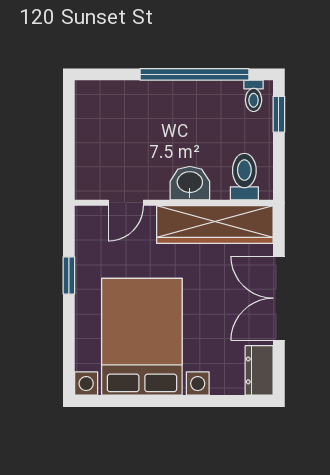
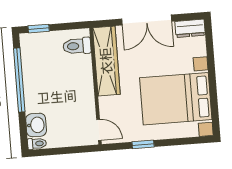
toilet: (254, 96) -> (37, 144), moved
washbasin: (190, 183) -> (36, 125), moved, turned 180
door: (126, 203) -> (99, 130), moved

